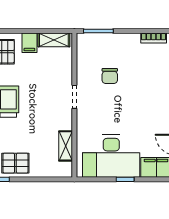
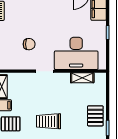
desk: (111, 156) -> (76, 53), moved, turned 90

